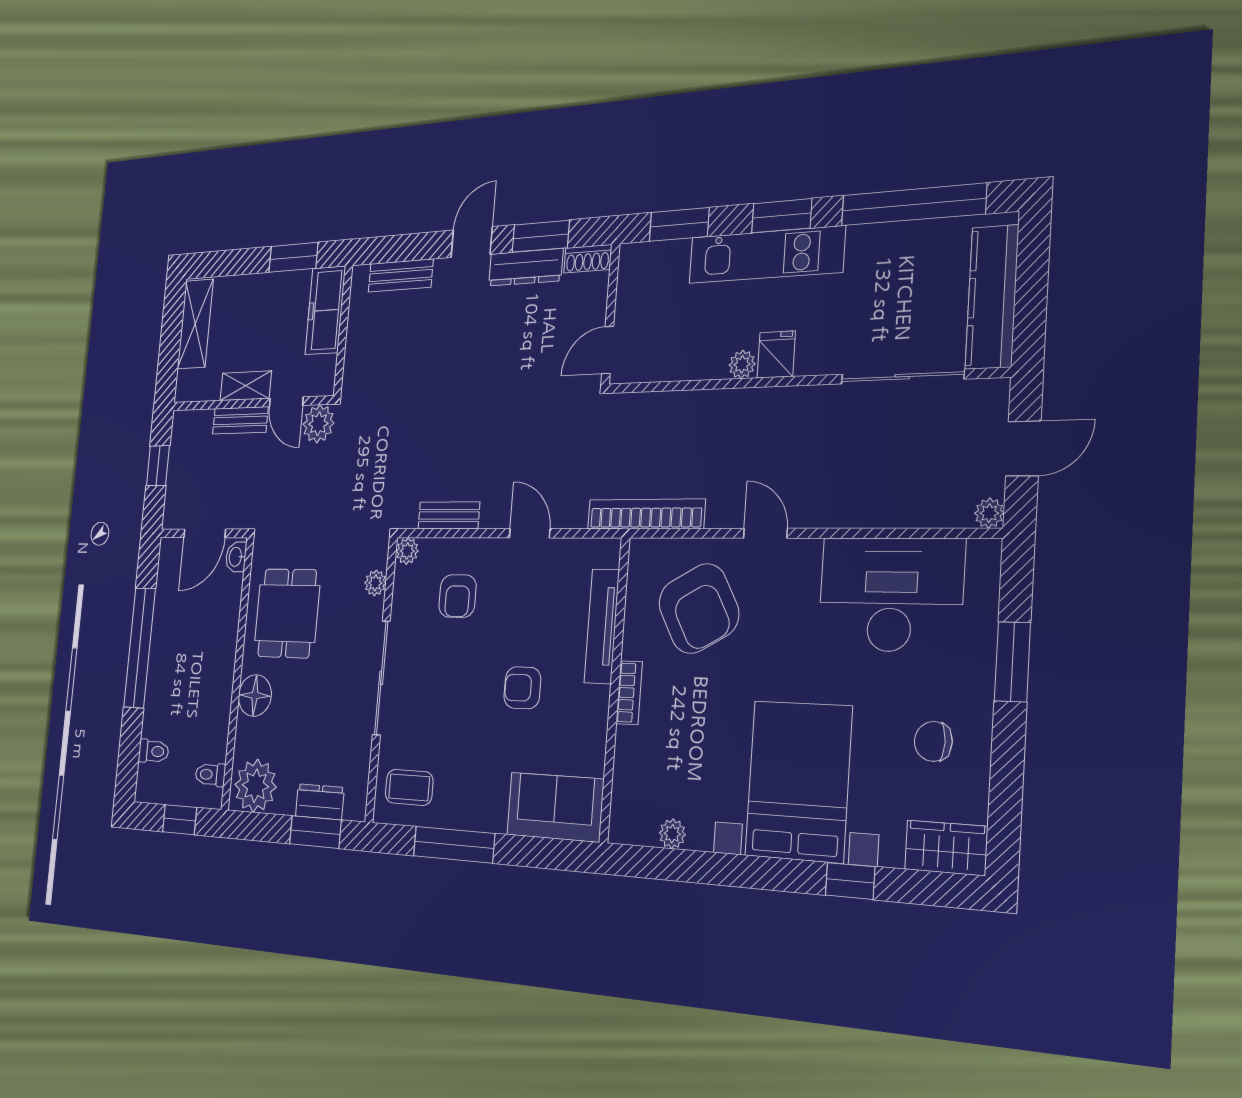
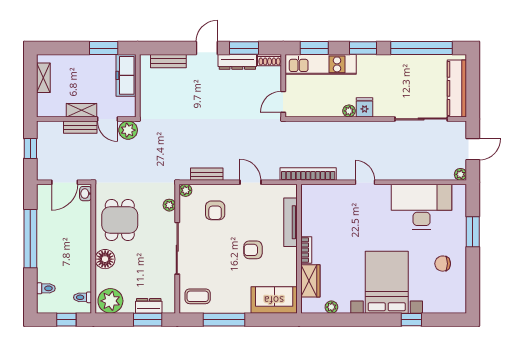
kitchen unit: (766, 255) -> (321, 64), moved
shelving: (195, 324) -> (43, 78), width x0.67, depth x0.75
armchair: (699, 609) -> (336, 214), removed
wardrobe: (946, 848) -> (310, 281), moved, turned 90

